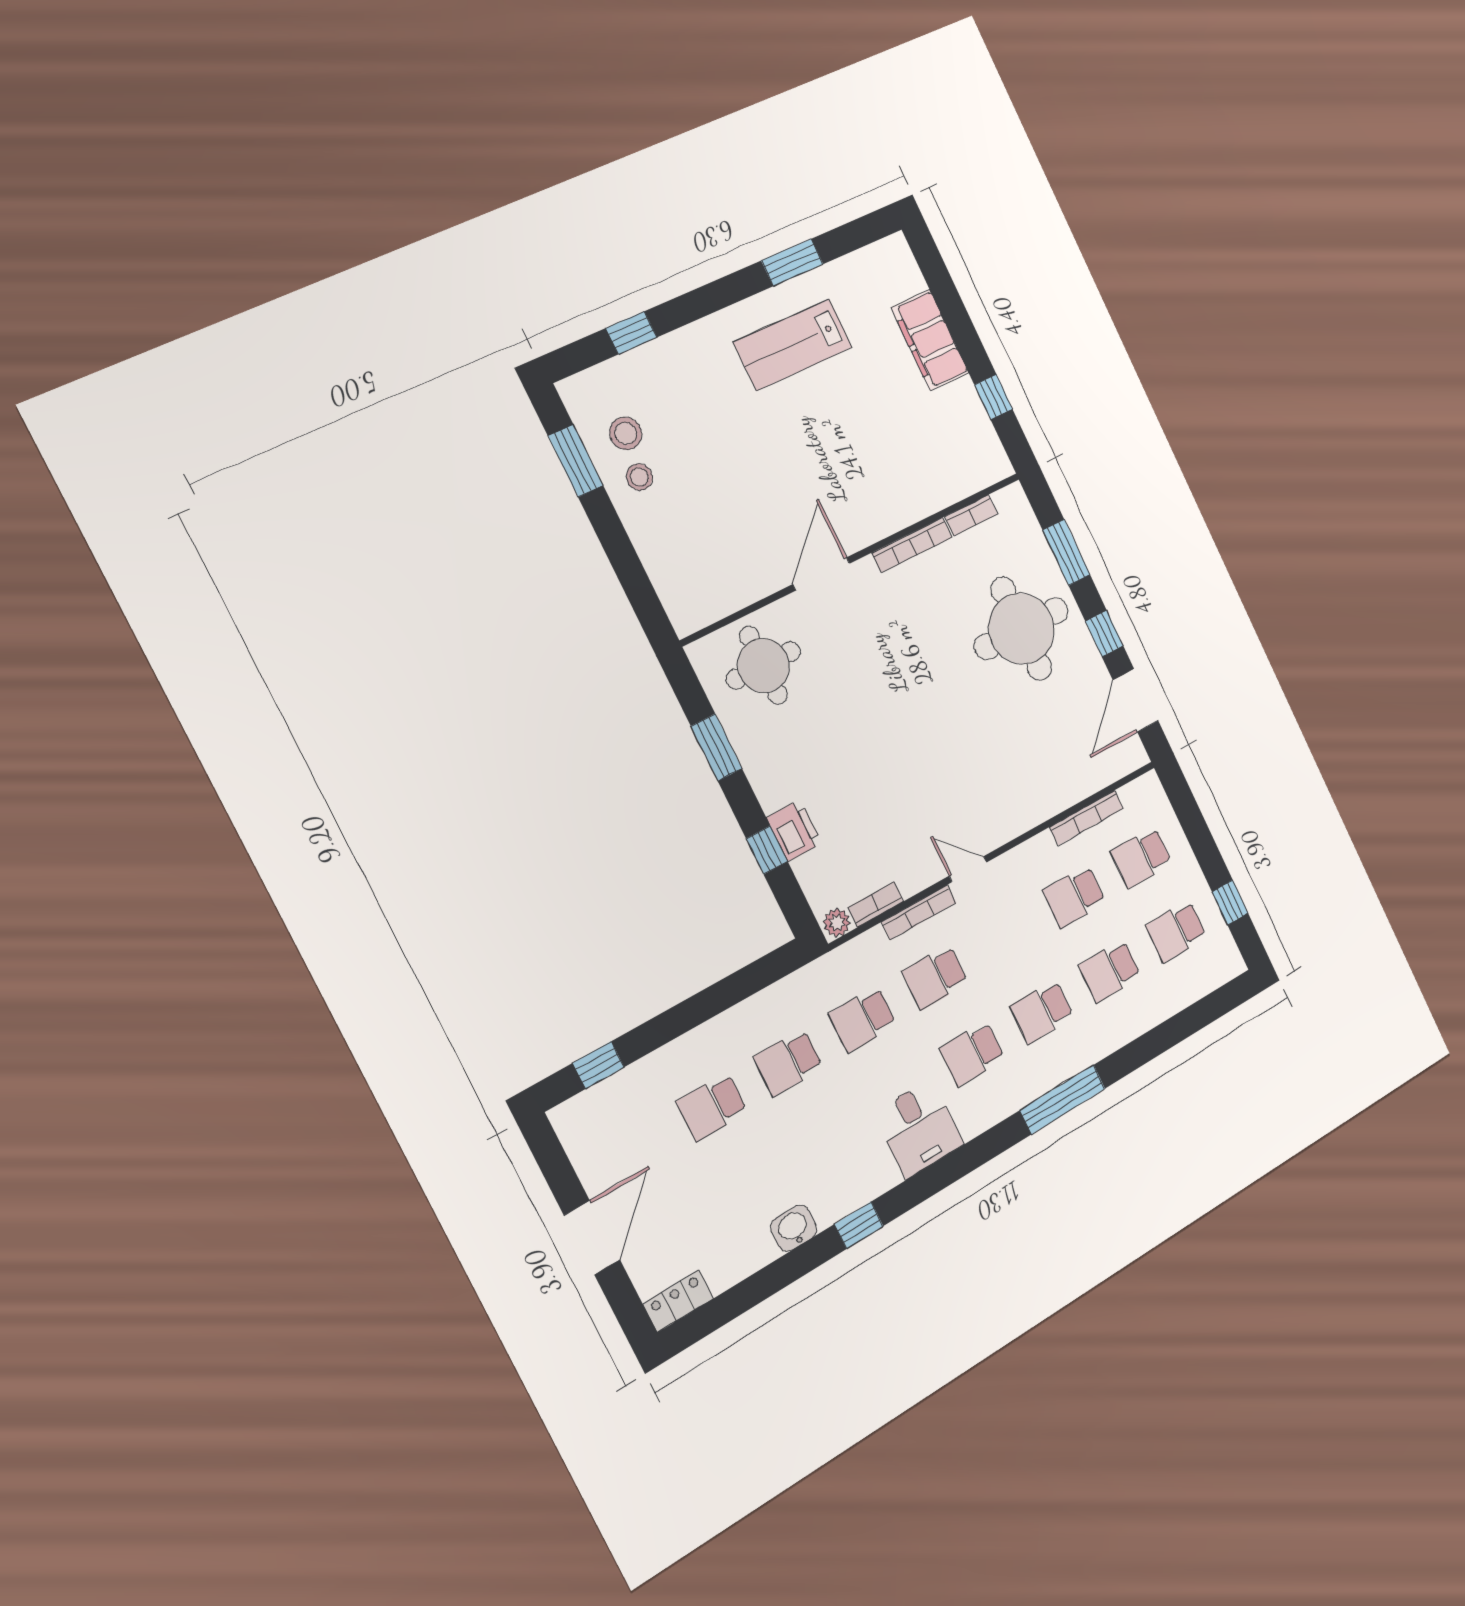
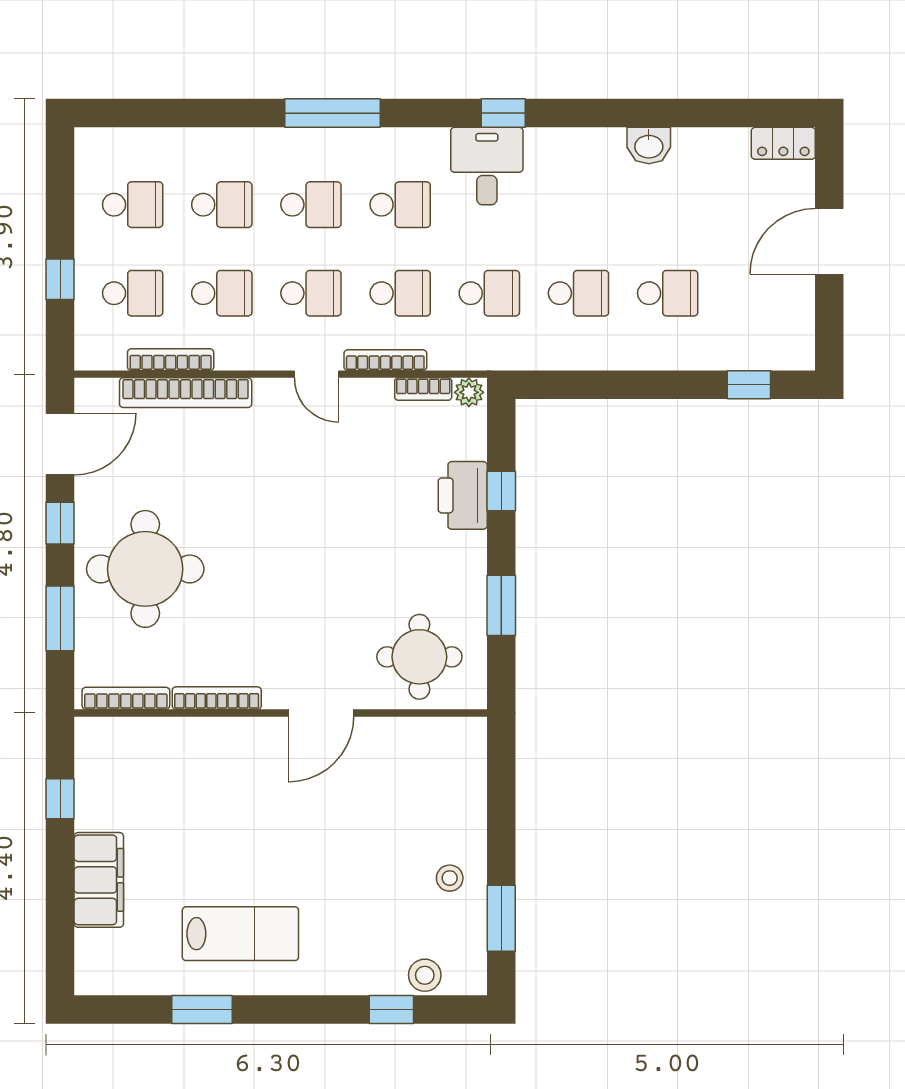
stool: (626, 433) -> (425, 975), moved
bookcase: (971, 515) -> (126, 698), width x1.56
bookcase: (1062, 796) -> (186, 393), added
printer: (794, 830) -> (463, 495), width x1.37, depth x1.19
window: (1230, 903) -> (60, 279), moved
school desk: (1006, 936) -> (311, 293), added
window: (859, 1225) -> (503, 113), moved

